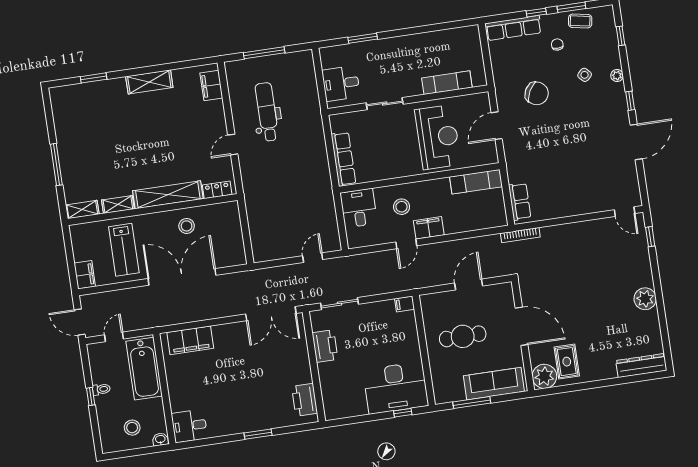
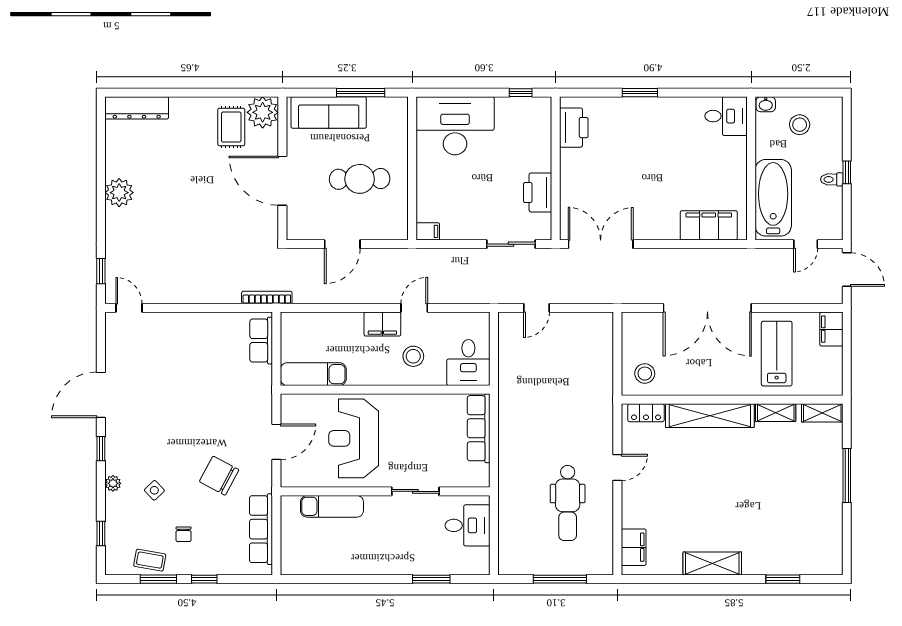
row of seats: (513, 28) -> (261, 529), moved, turned -90
stool: (187, 226) -> (645, 374), moved
window: (403, 413) -> (521, 93), moved

